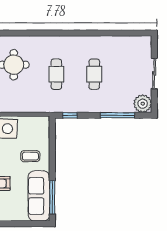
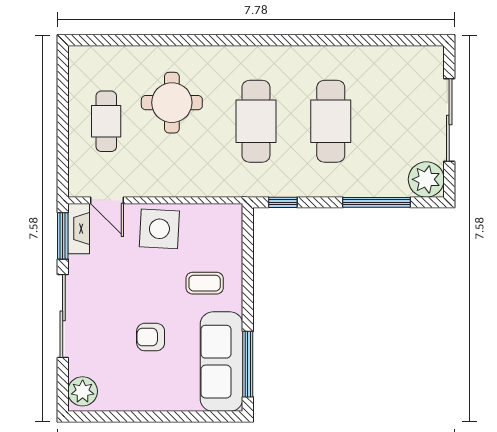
cafe table: (56, 74) -> (256, 121), width x1.37, depth x1.35
cafe table: (94, 74) -> (331, 121), width x1.37, depth x1.35
sliding door: (154, 74) -> (449, 120), width x1.37

